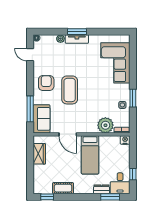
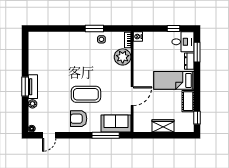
corner sofa: (115, 63) -> (58, 47), removed
wardrobe: (39, 154) -> (163, 126), moved
bed: (90, 155) -> (174, 80), moved, turned 180

